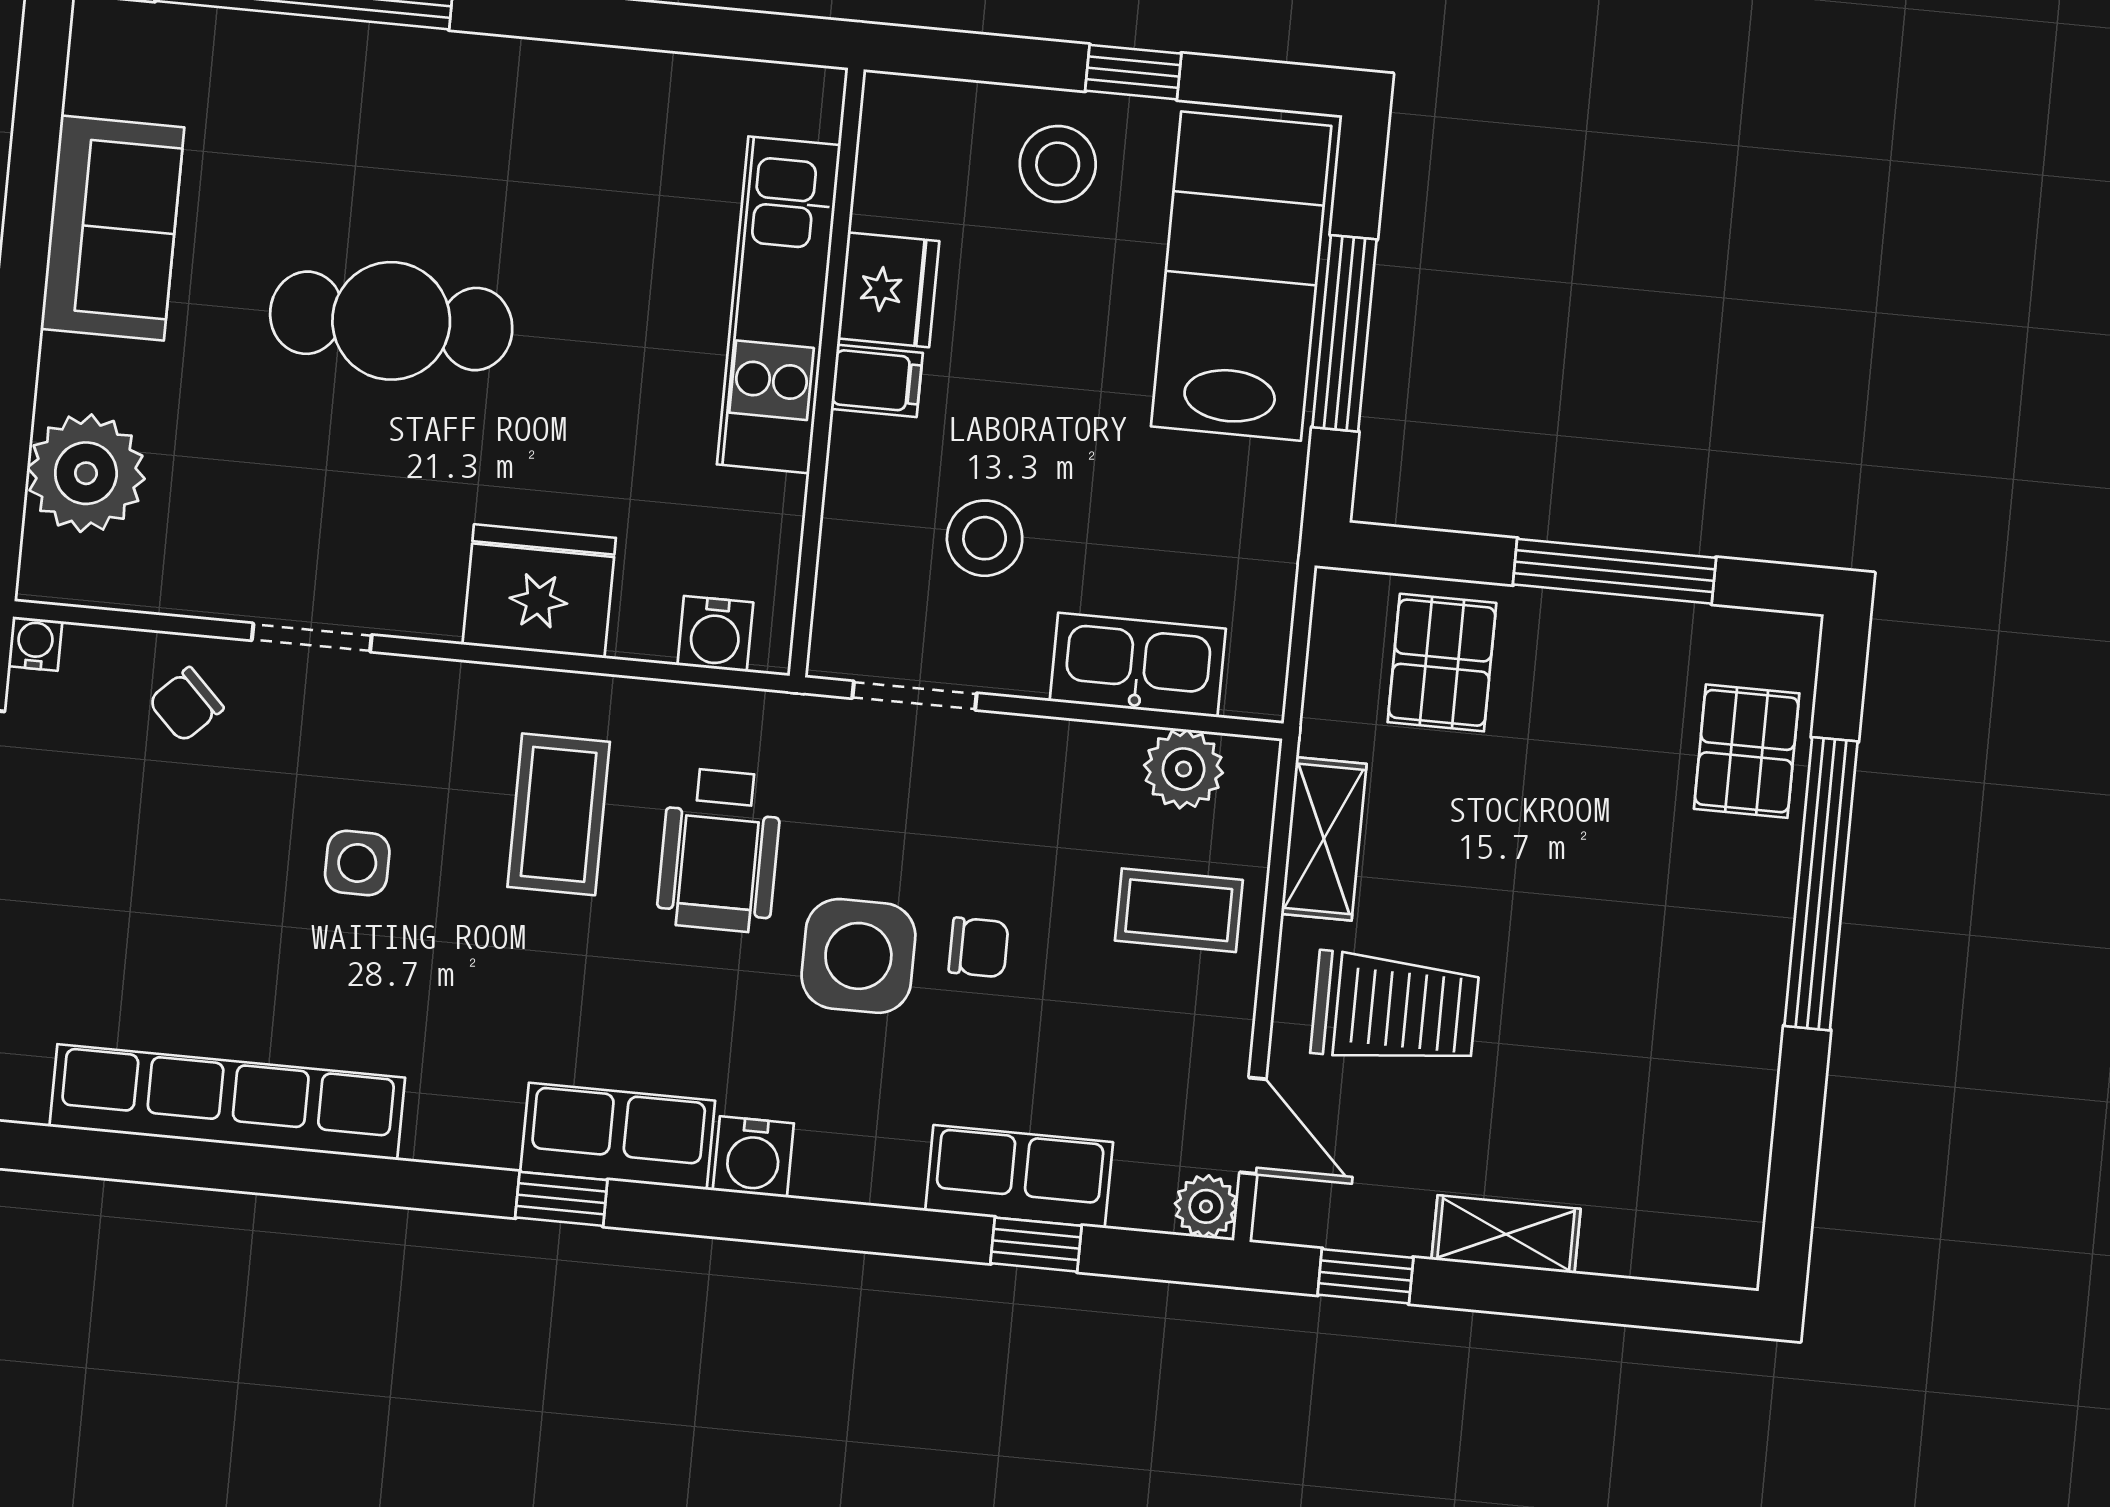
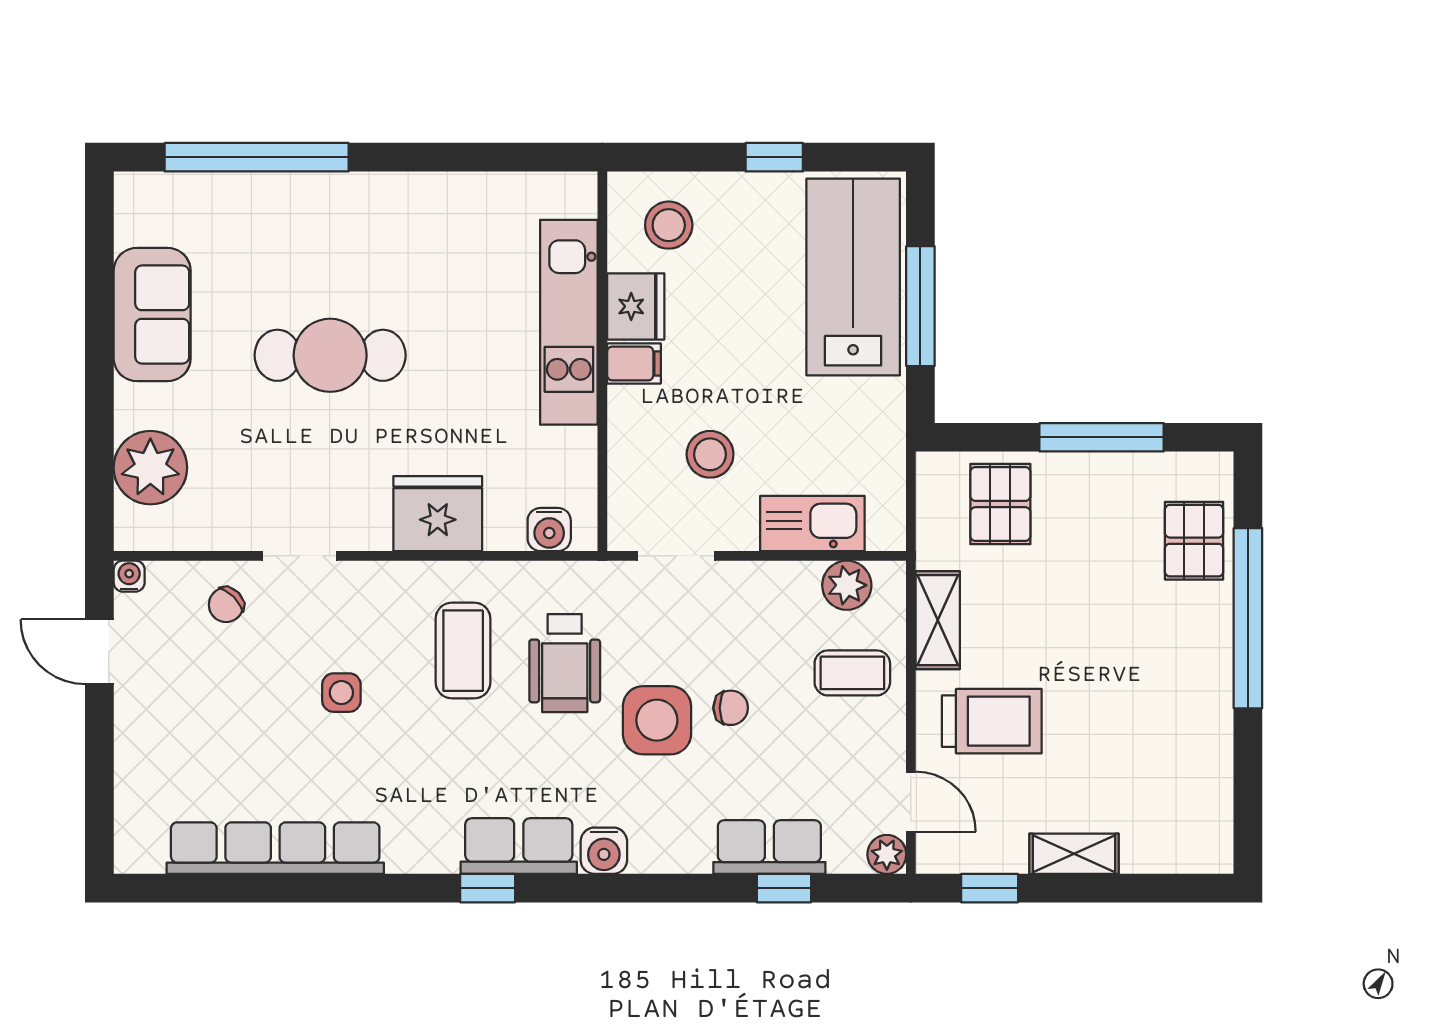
stool: (1058, 164) -> (669, 225), moved

